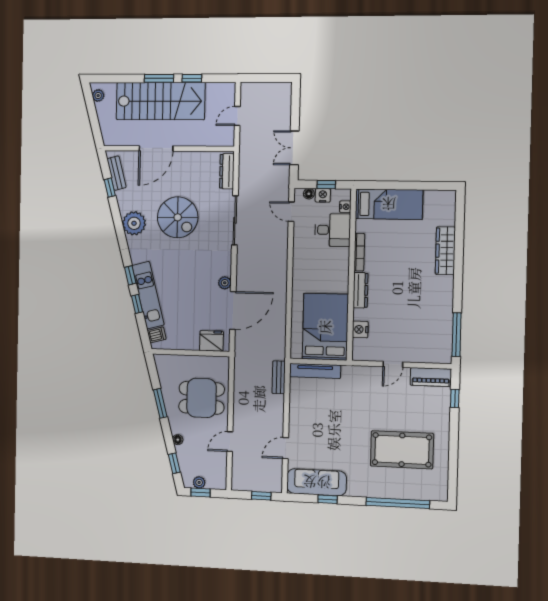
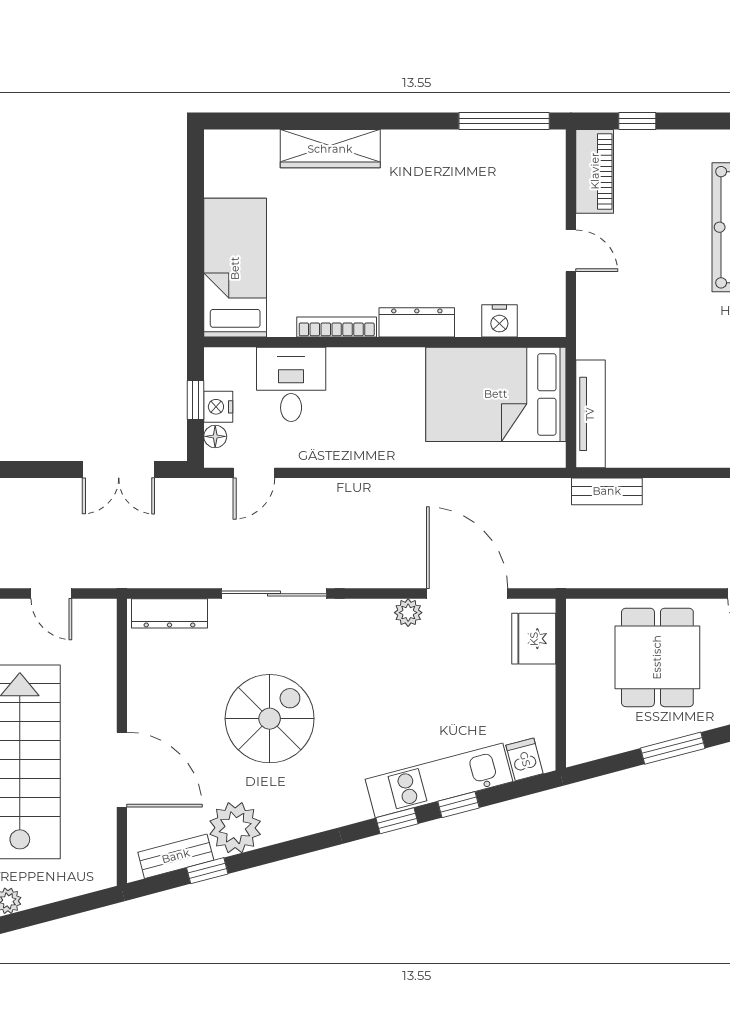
nightstand: (345, 207) -> (242, 359), removed
plant: (134, 223) -> (235, 828), moved

